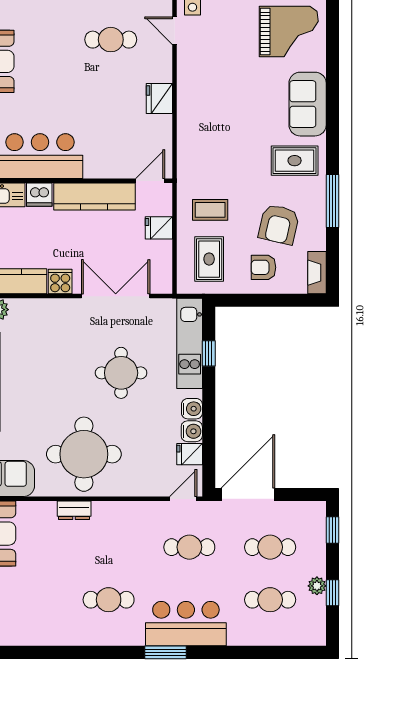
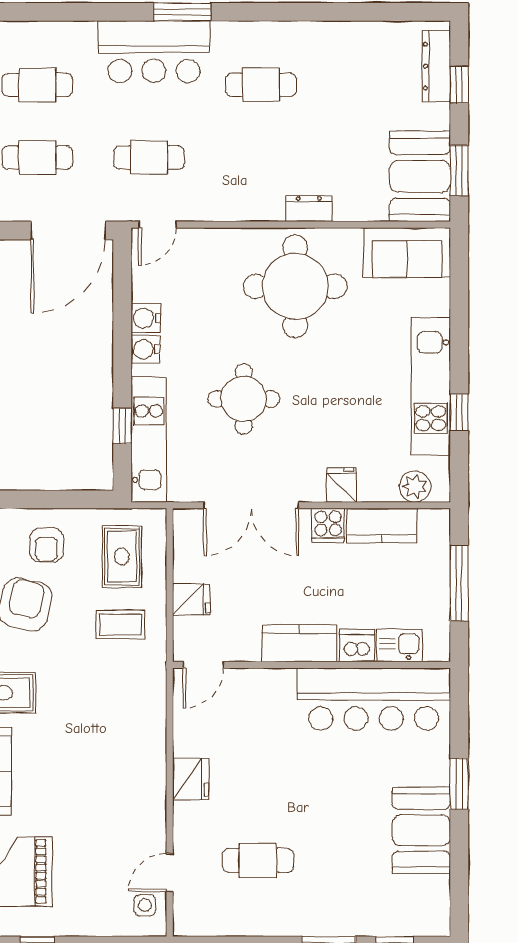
door: (175, 31) -> (170, 873), swing flipped
kitchen counter: (94, 197) -> (299, 643), width x0.67
armchair: (263, 267) -> (46, 545), turned 90
fridge: (190, 454) -> (341, 485), moved, turned -90

